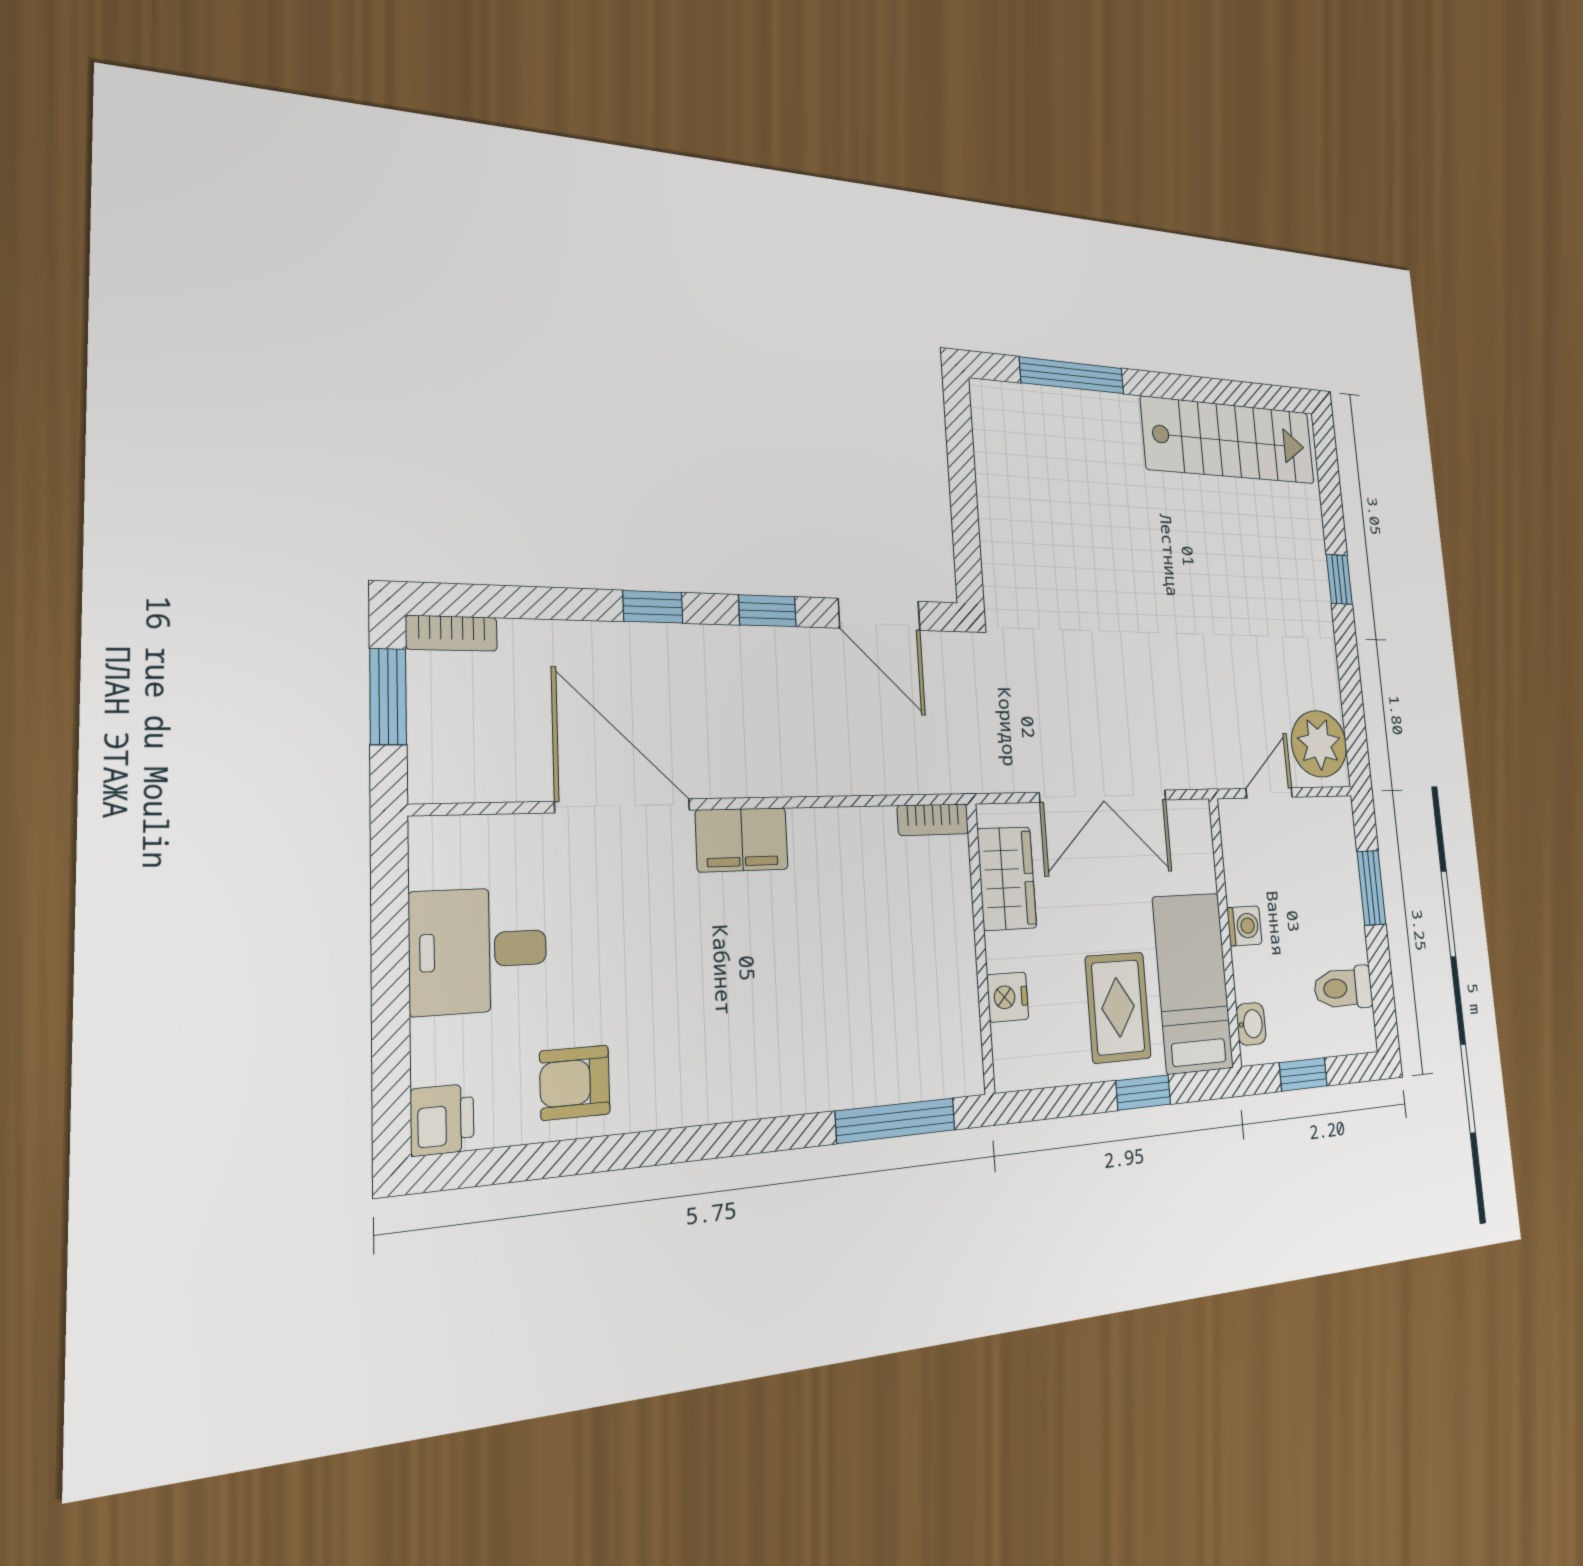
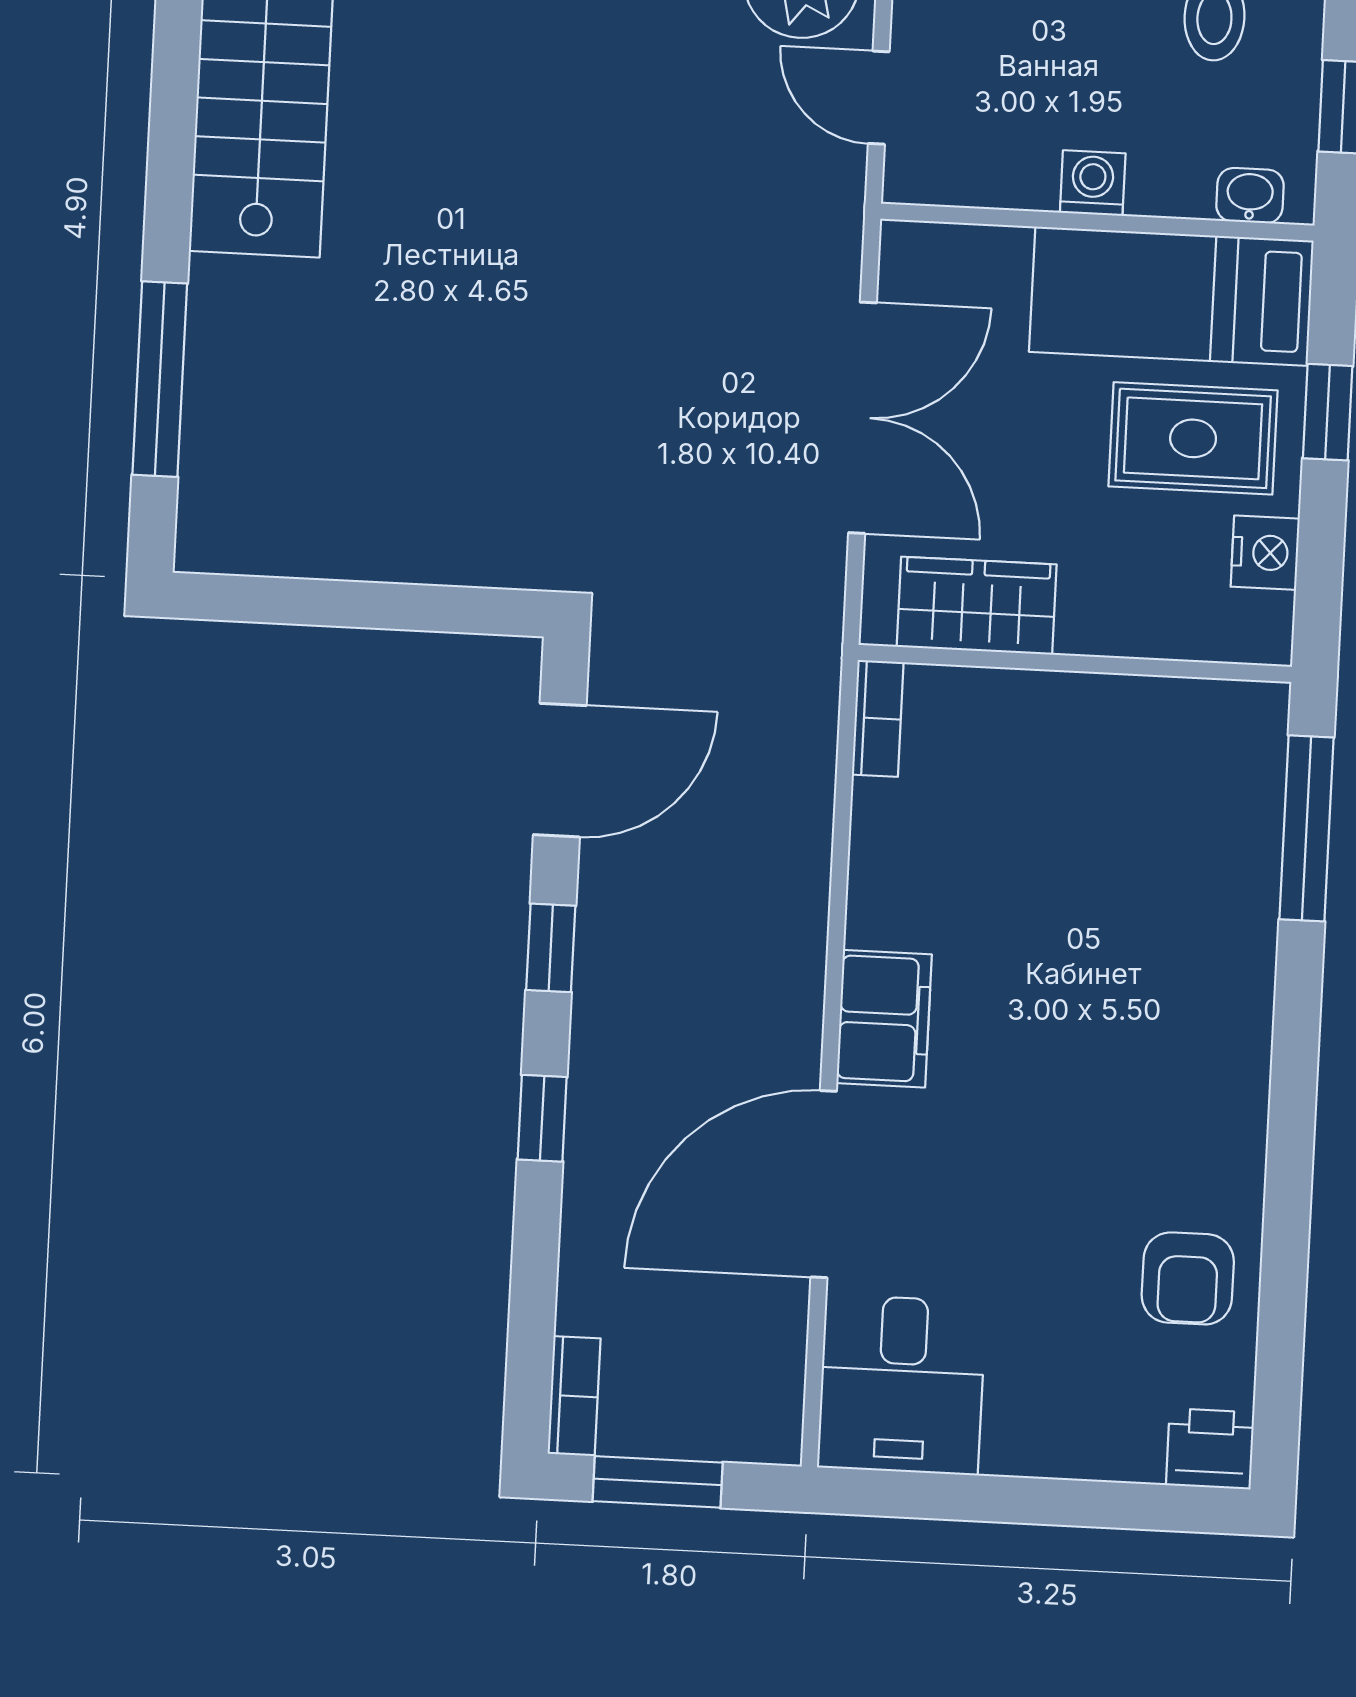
desk: (478, 950) -> (902, 1385), moved
nightstand: (1008, 997) -> (1265, 553), moved, turned -90

